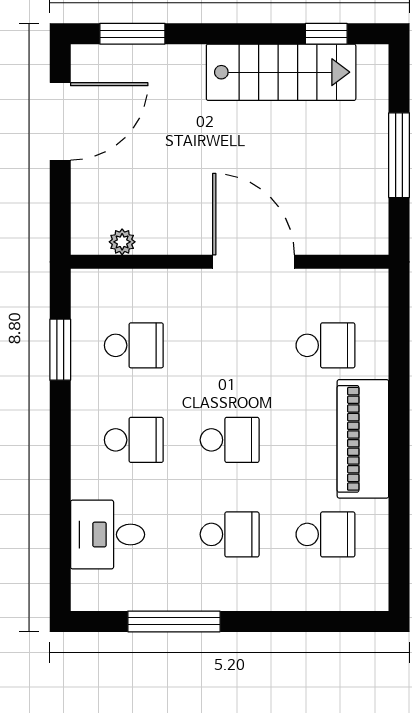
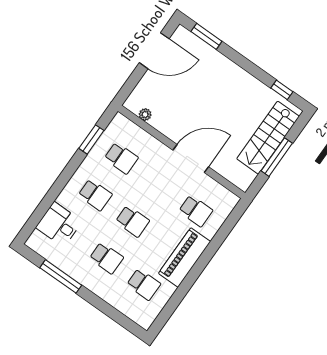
stairs: (281, 72) -> (268, 138), moved, turned 90
door: (254, 262) -> (191, 159), hinge flipped

